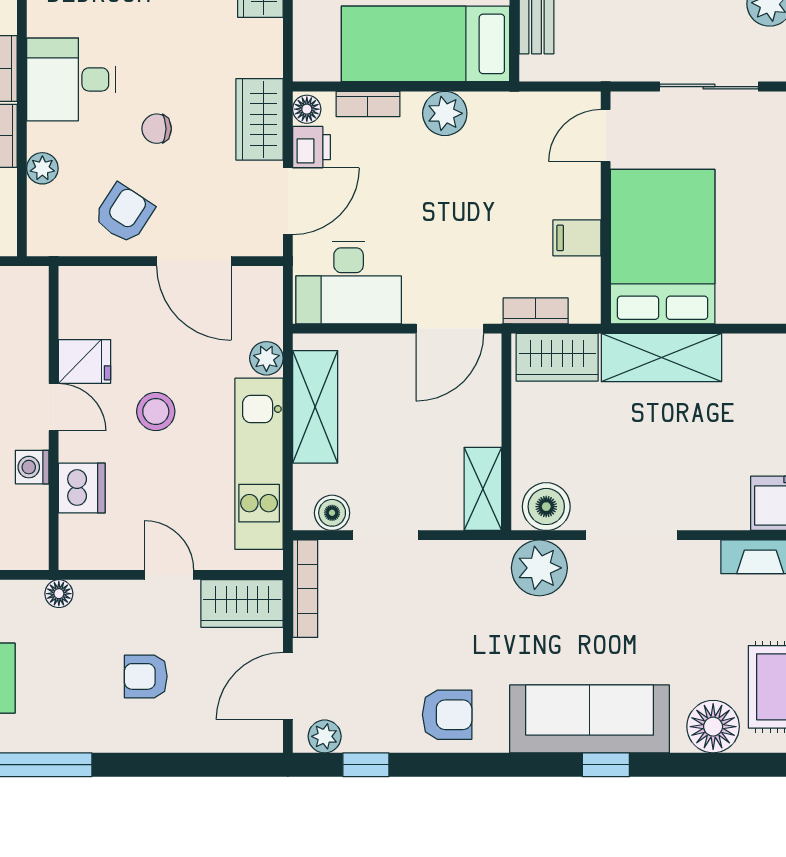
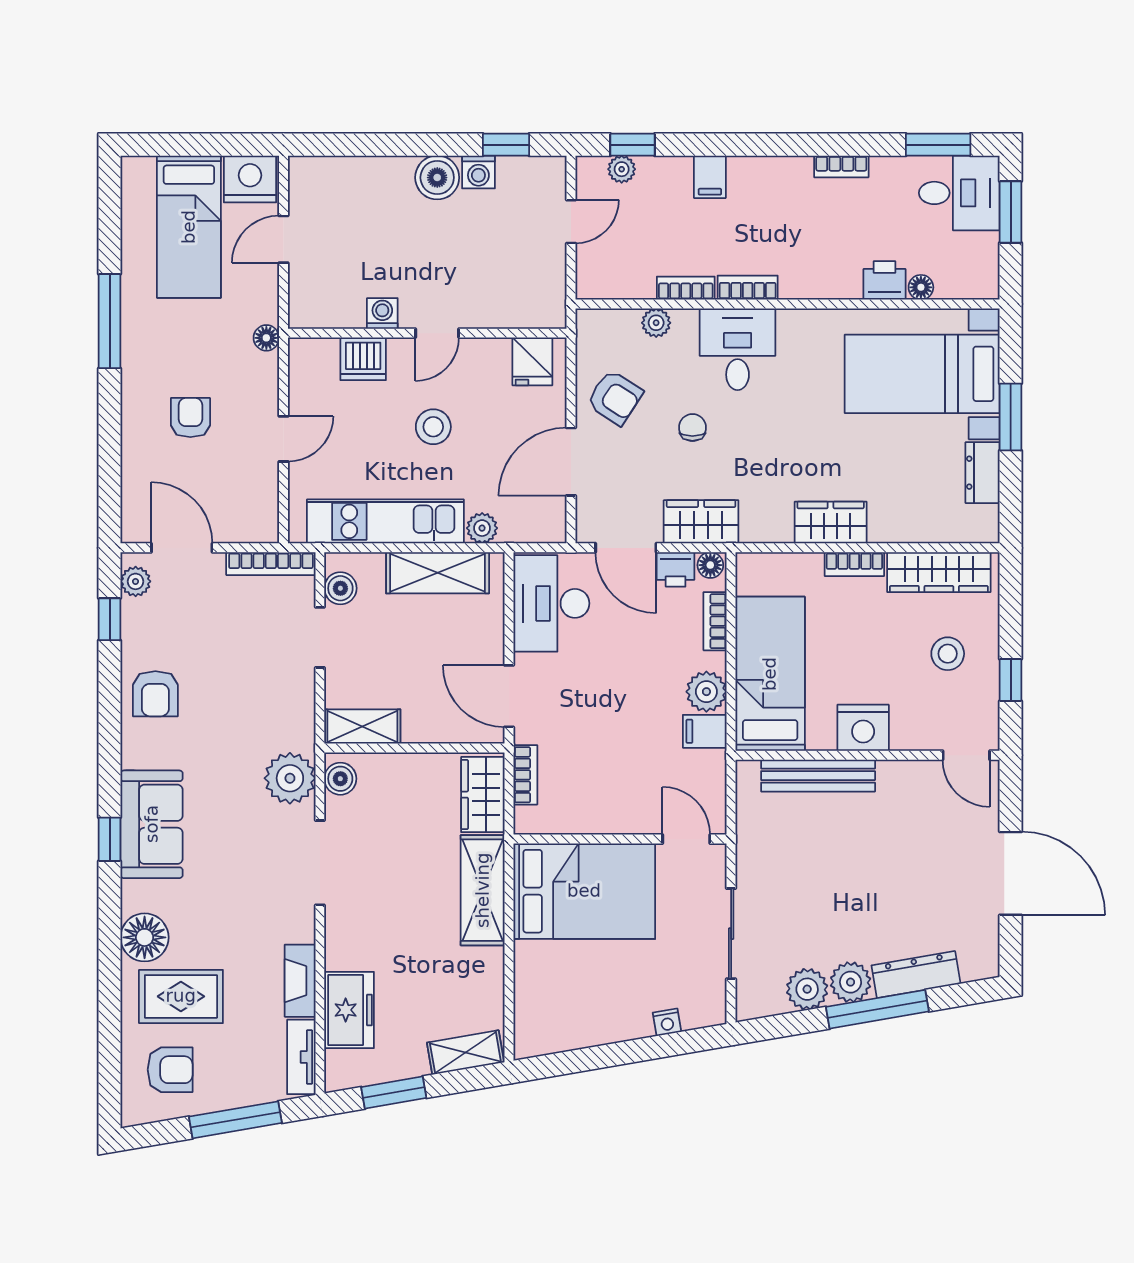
filing cabinet: (577, 238) -> (705, 731), moved, turned -90
fridge: (85, 361) -> (532, 361), moved
boiler: (546, 507) -> (340, 779), width x0.73, depth x0.73
wardrobe: (242, 604) -> (257, 506), removed
sofa: (590, 719) -> (152, 824), width x0.73

